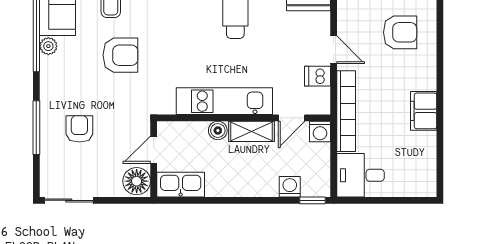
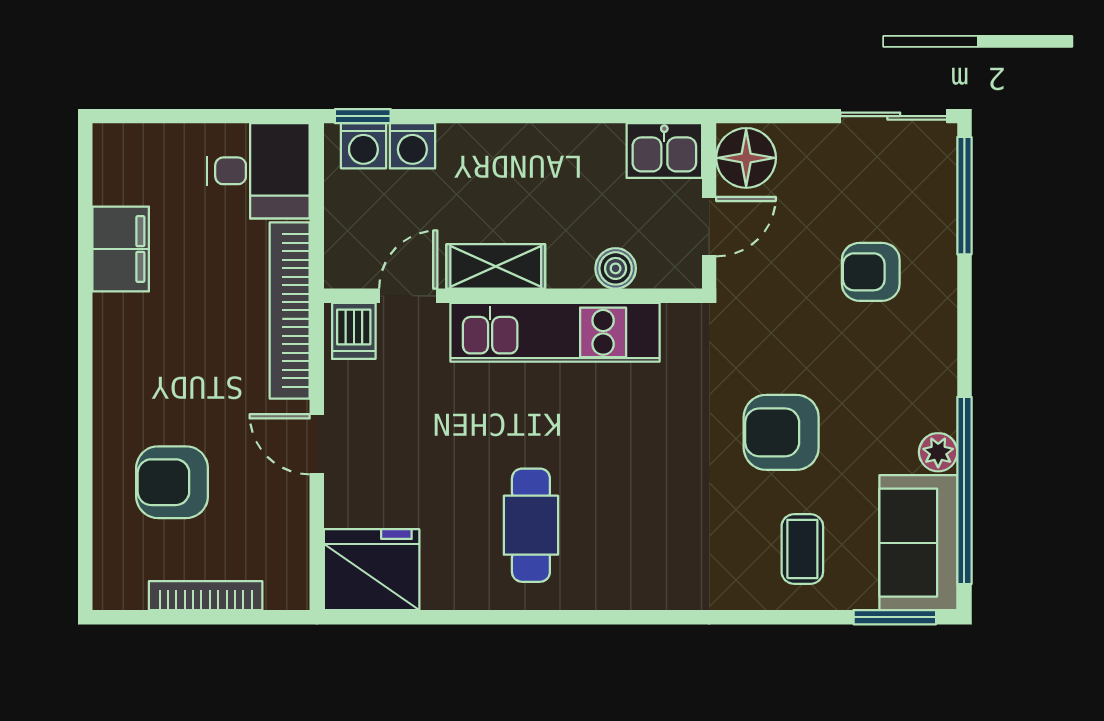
dishwasher: (317, 76) -> (354, 331), moved, turned 90
filing cabinet: (424, 111) -> (121, 249), moved
window: (36, 128) -> (964, 196), moved
armchair: (79, 129) -> (871, 272), turned 90
boiler: (218, 130) -> (616, 268), moved
washing machine: (320, 132) -> (363, 146), moved, turned 180
kitchen sink: (181, 185) -> (664, 151), width x0.73

